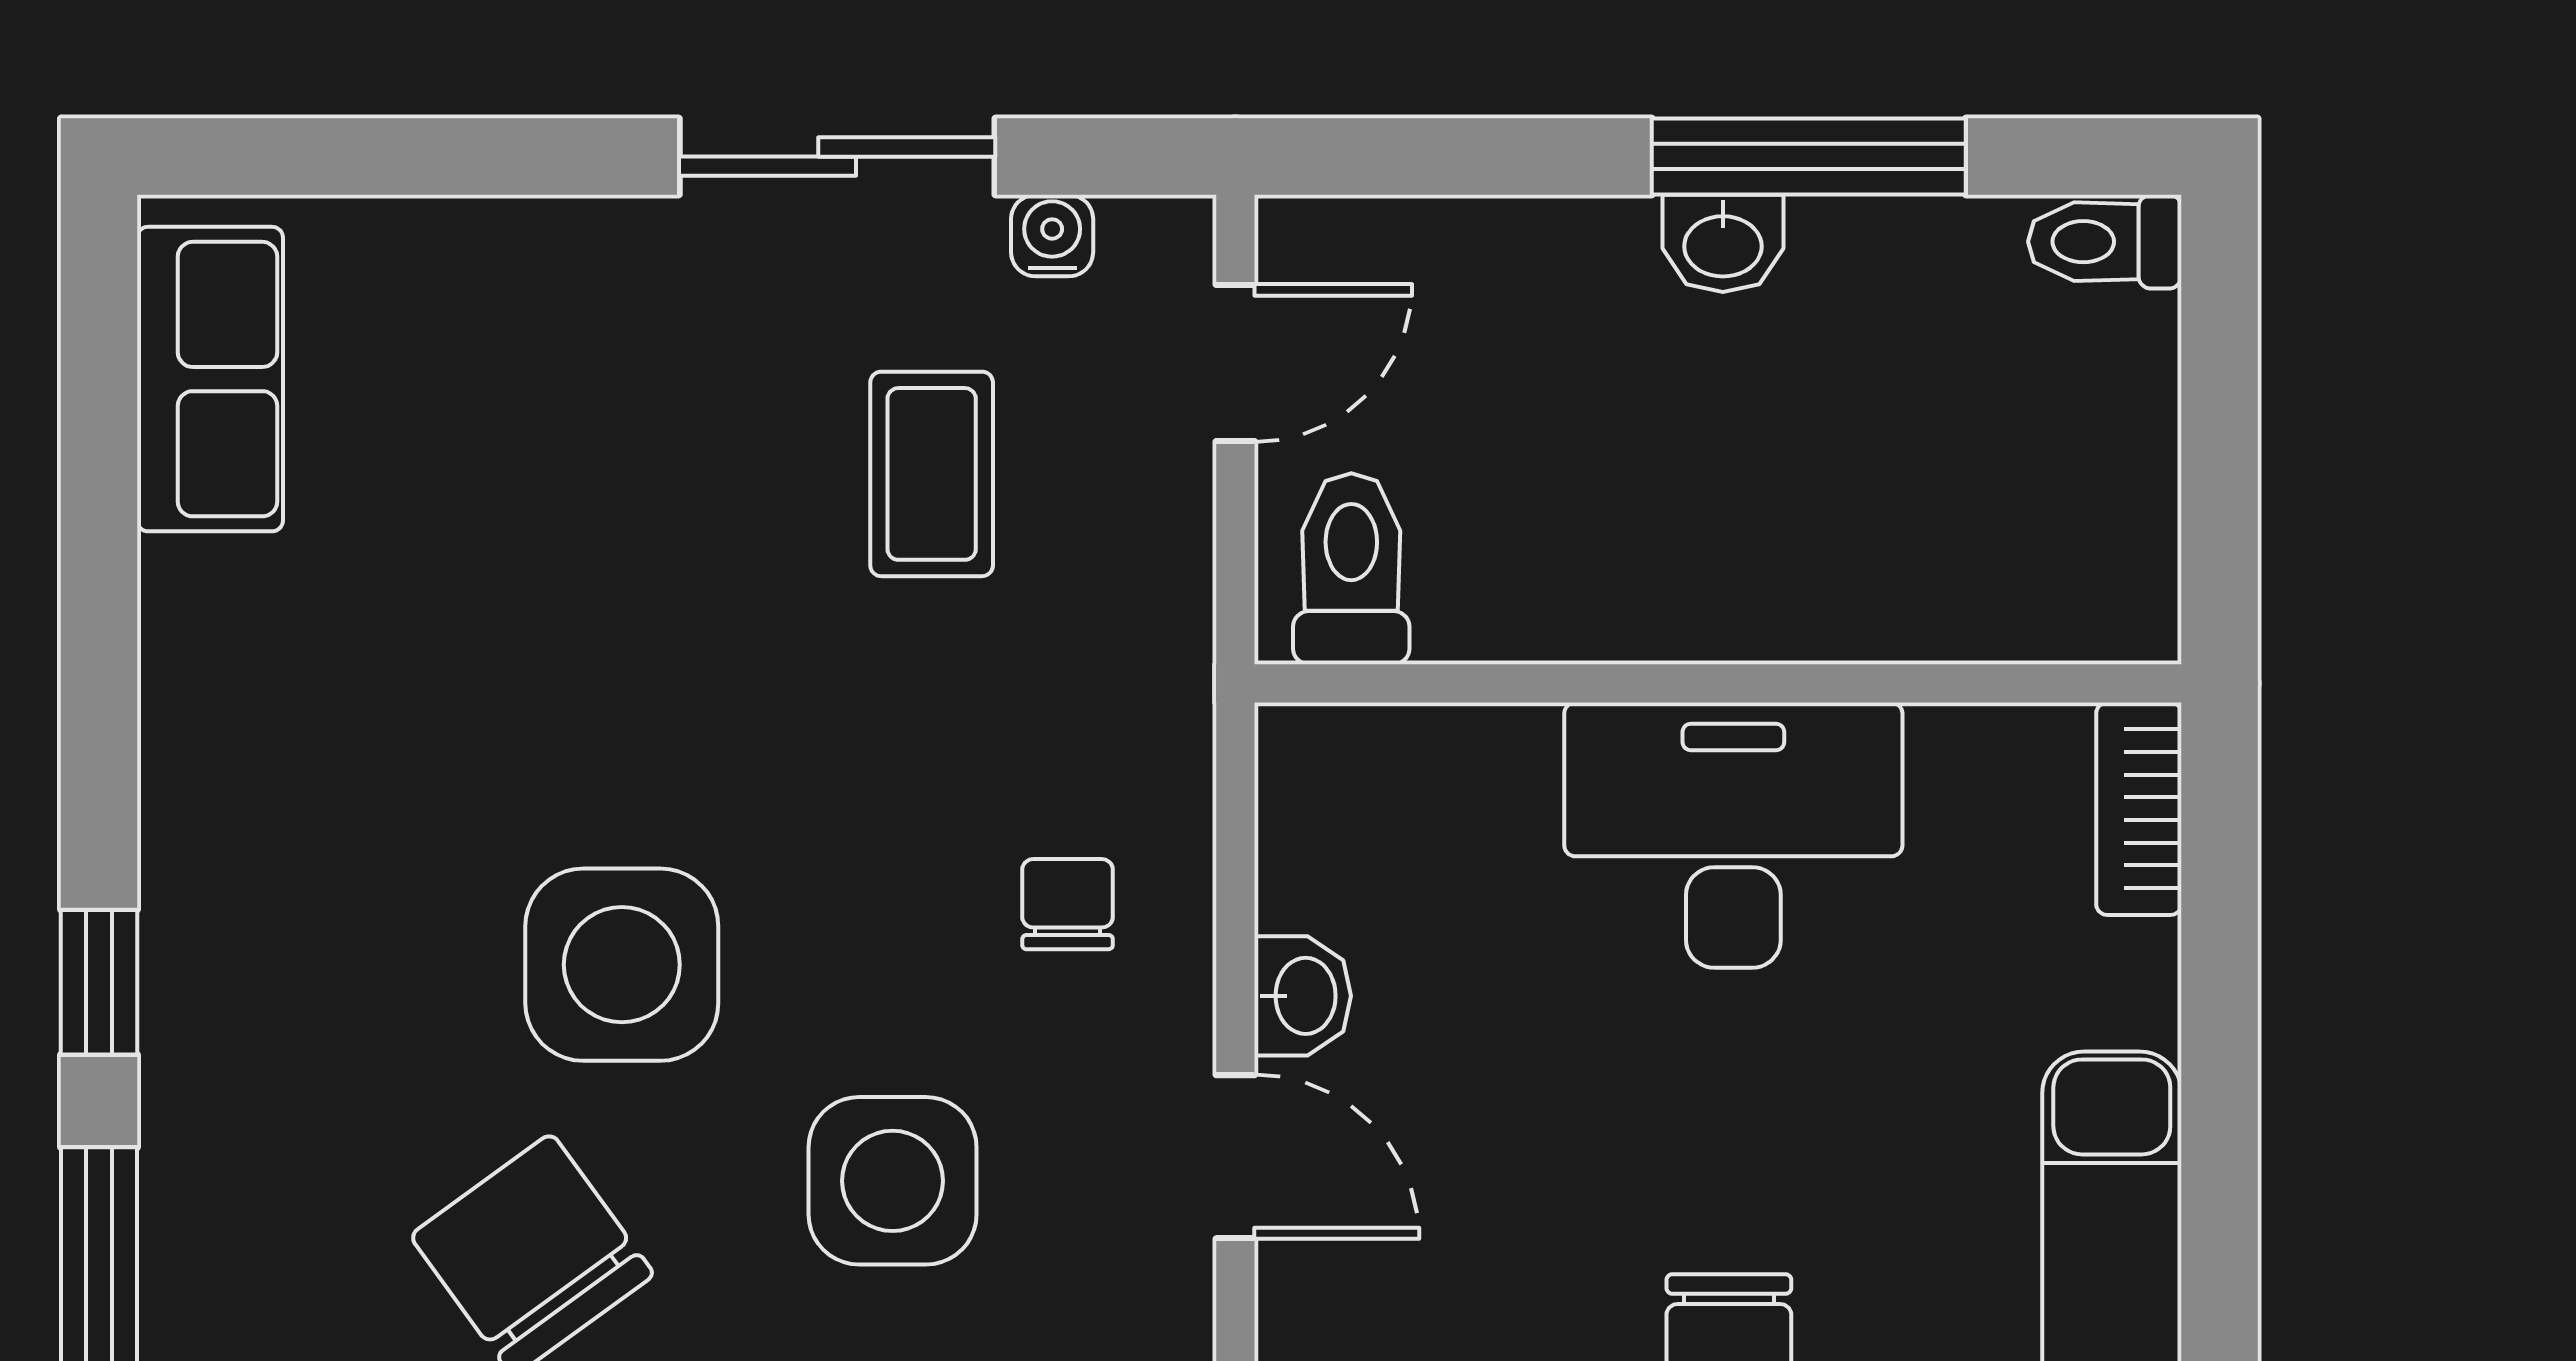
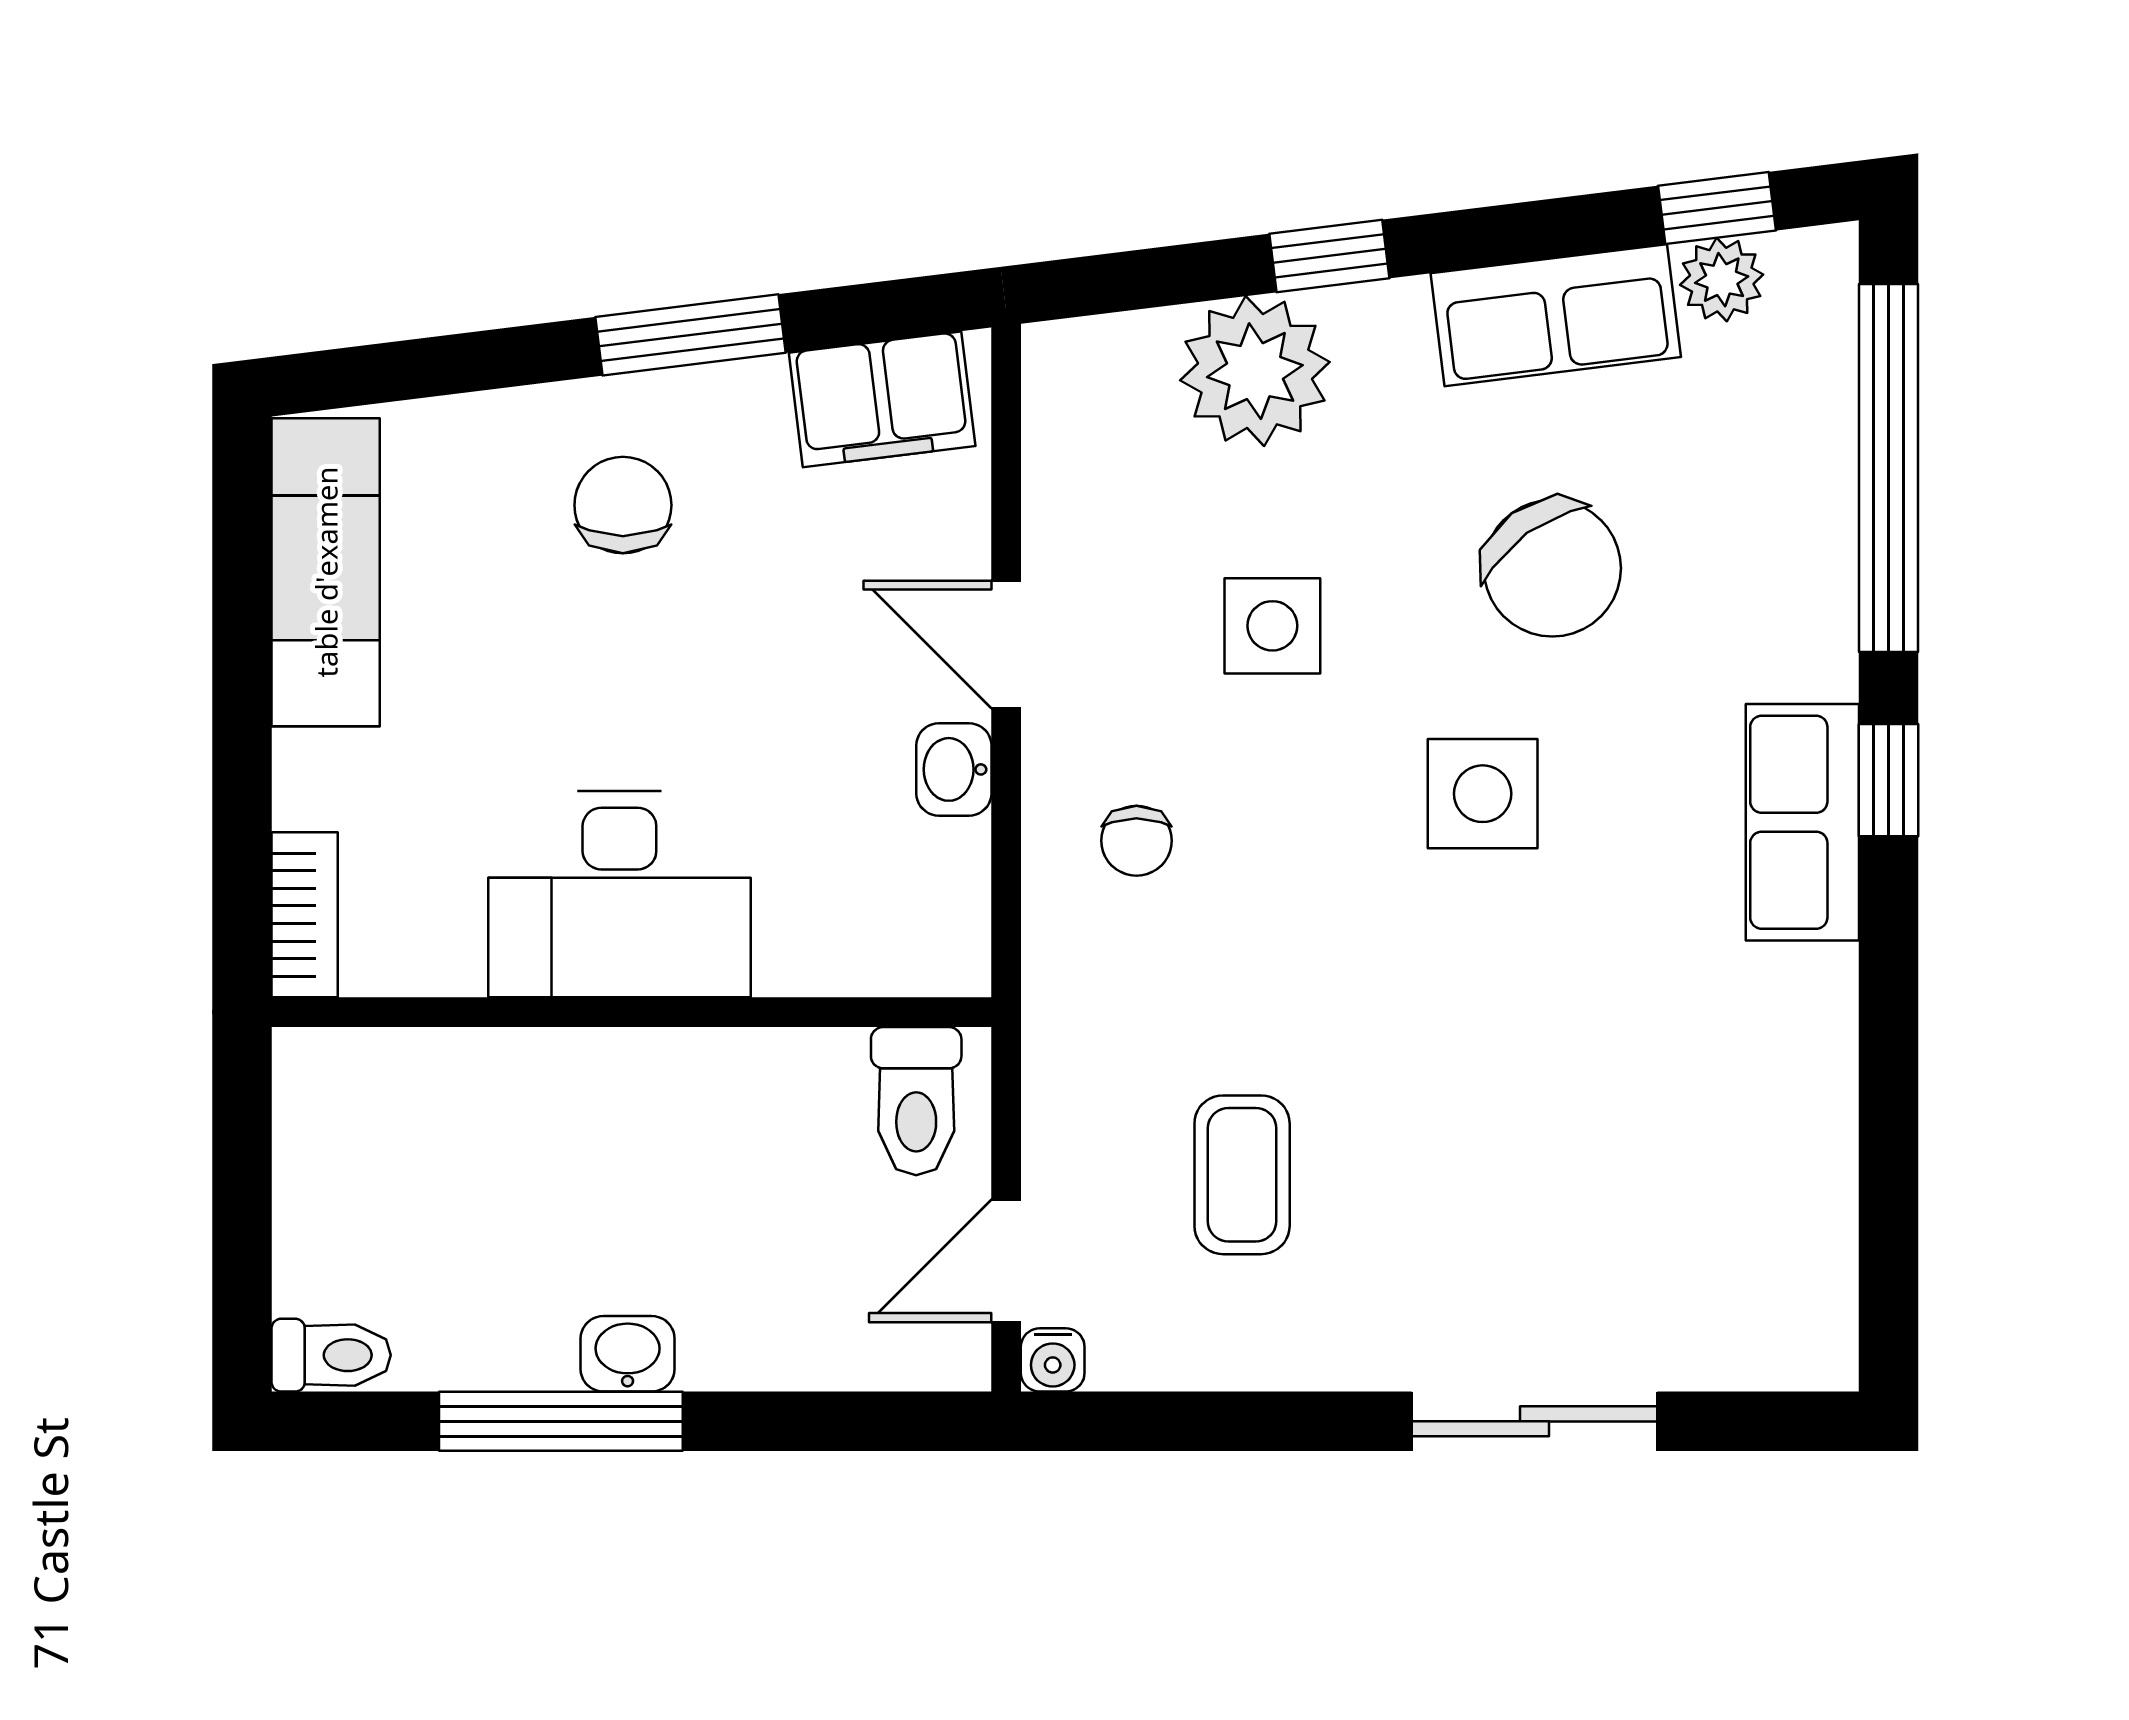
sliding door: (837, 157) -> (1535, 1421), moved
water cooler: (1052, 236) -> (1053, 1360), moved
row of seats: (210, 379) -> (1802, 822), moved
side table: (622, 965) -> (1483, 794), width x0.73, depth x0.73
side table: (893, 1181) -> (1272, 626), width x0.73, depth x0.73

